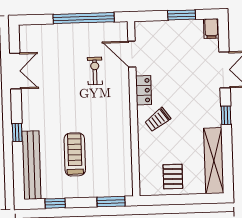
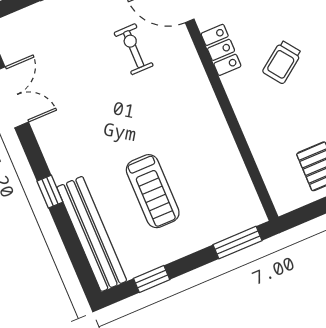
trolley: (158, 120) -> (282, 62), moved
treadmill: (75, 154) -> (153, 191), turned 180

